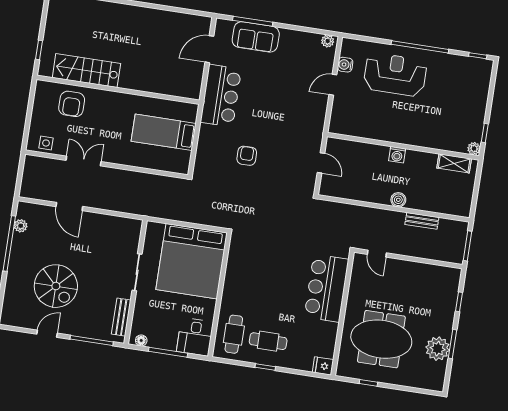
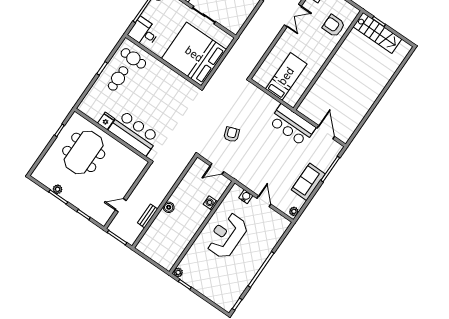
sofa: (256, 37) -> (308, 182), moved
water cooler: (345, 65) -> (246, 197), moved
stairs: (86, 71) -> (377, 33), moved, turned 90
reception desk: (395, 75) -> (227, 235), moved, turned 180
washing machine: (397, 155) -> (210, 203), moved
armchair: (247, 156) -> (232, 134), moved, turned -110
shelving: (454, 163) -> (175, 255), removed
door: (377, 254) -> (121, 205), moved
plant: (438, 349) -> (58, 189), width x0.53, depth x0.53
fridge: (323, 366) -> (106, 121), moved

